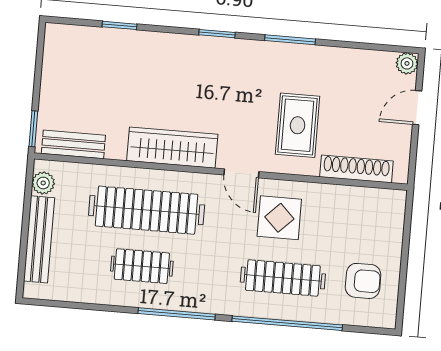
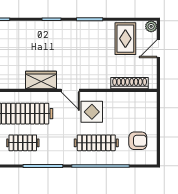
rug: (298, 125) -> (125, 39), moved
wardrobe: (172, 148) -> (41, 80), width x0.67

